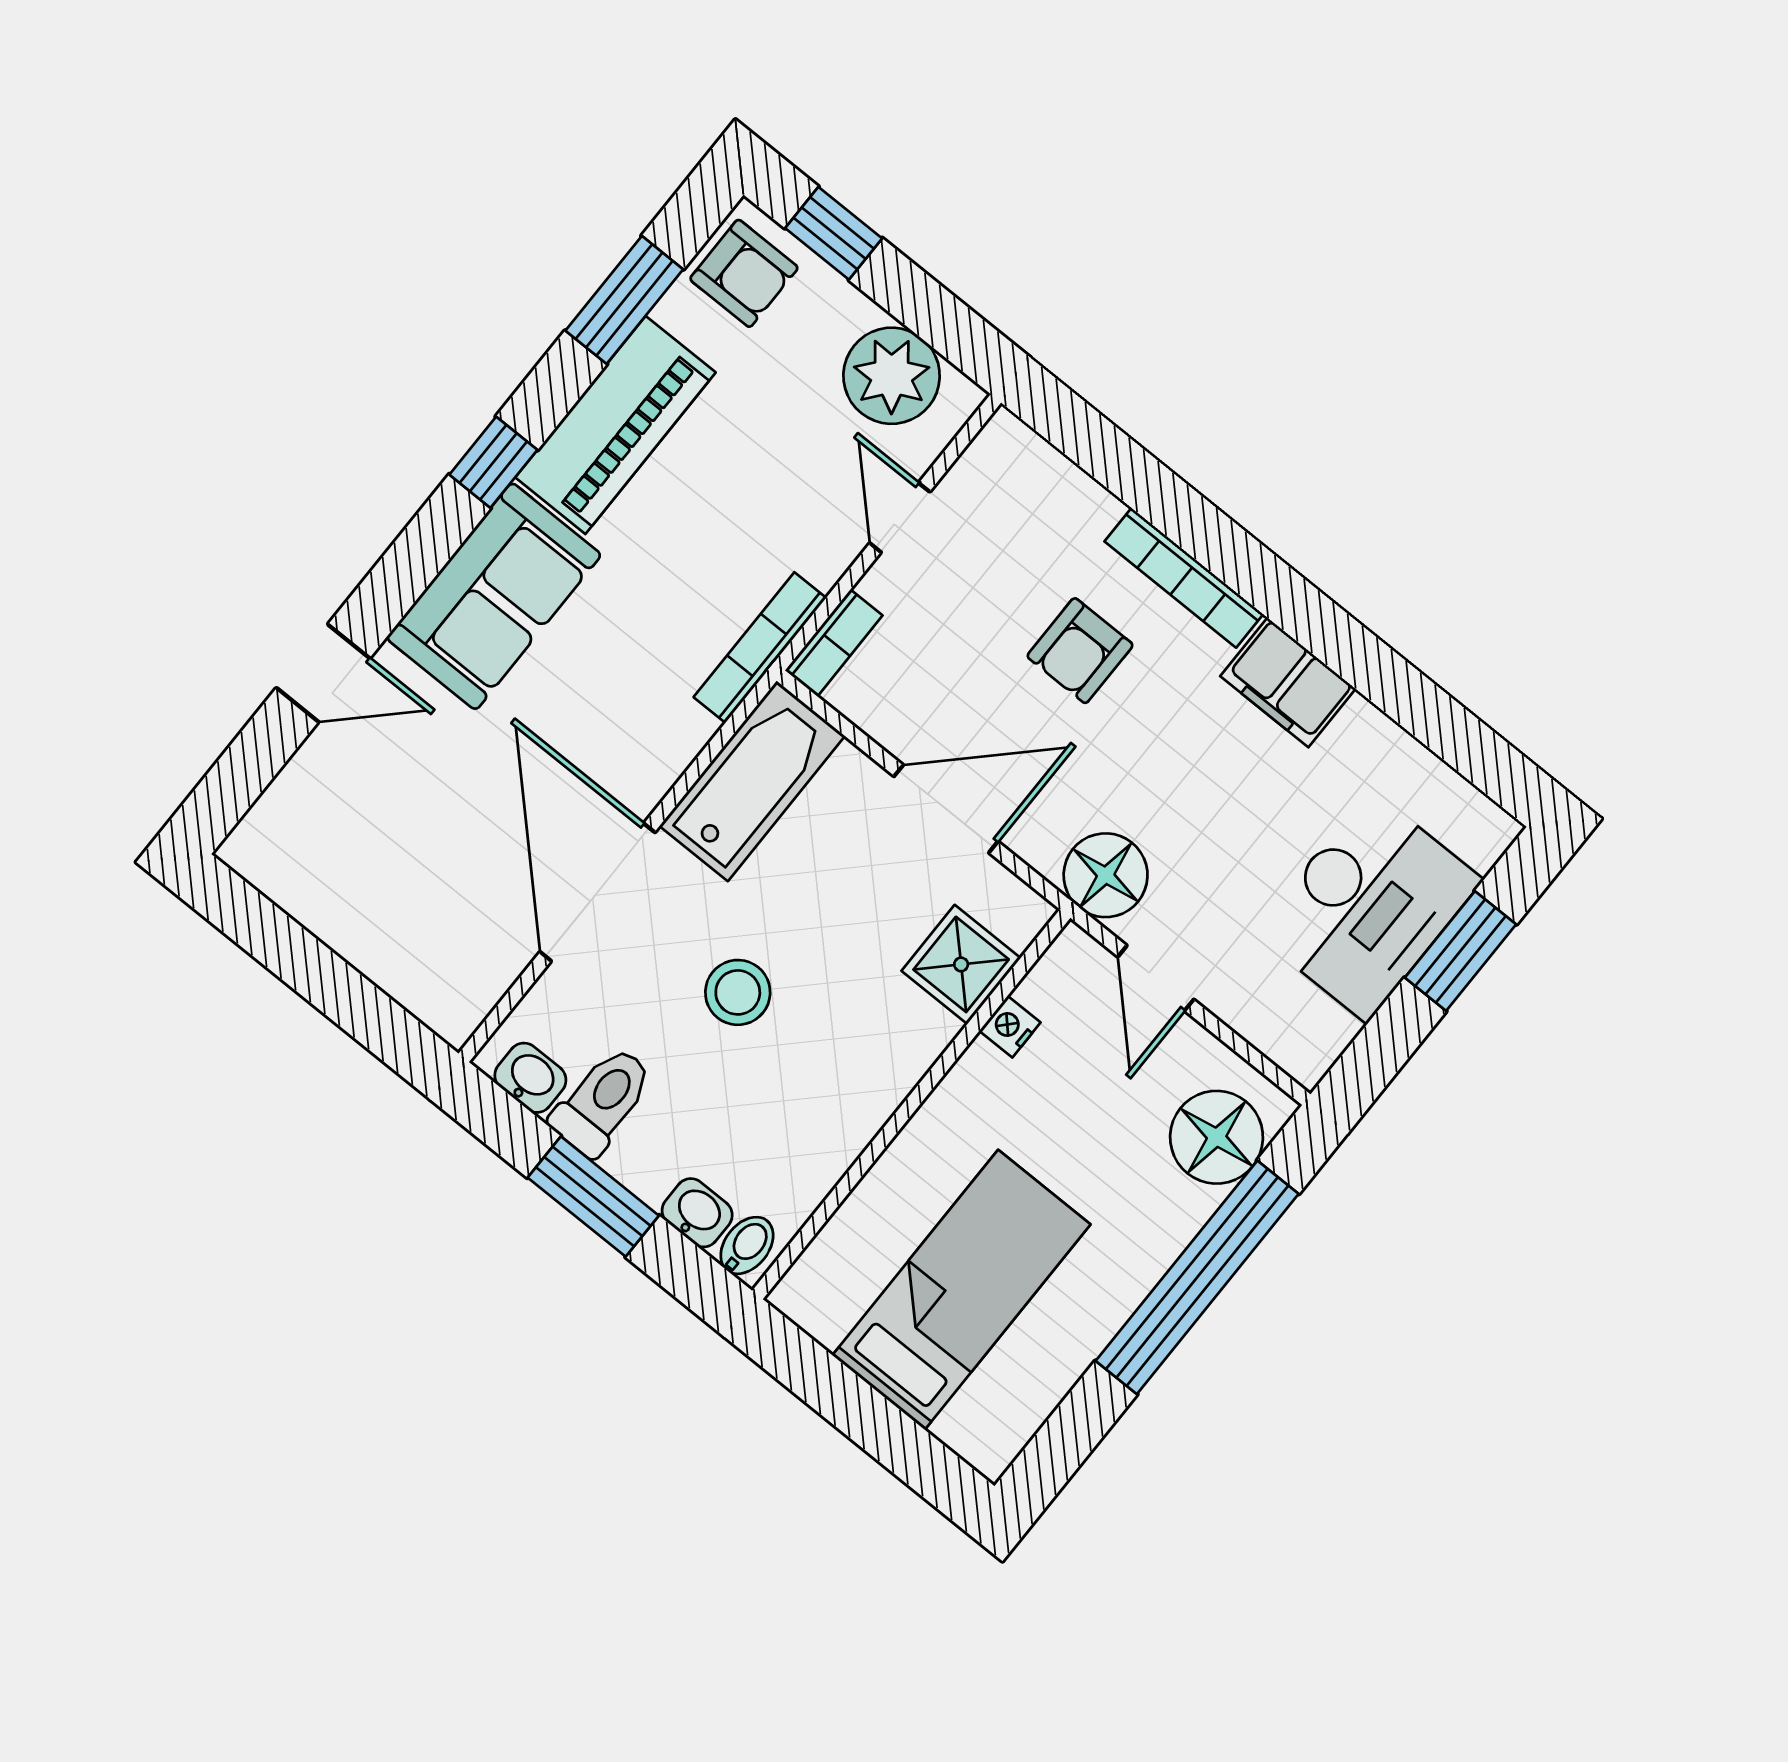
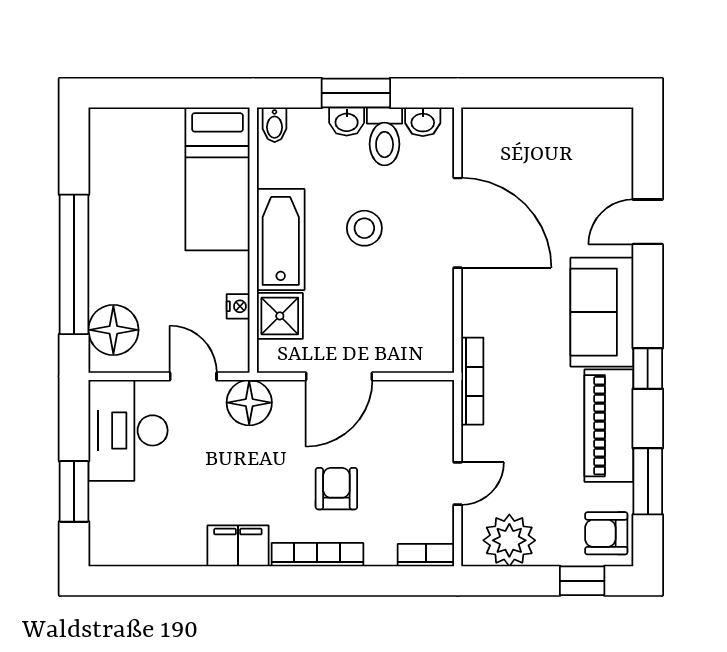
door: (900, 517) -> (458, 483), hinge flipped
bookcase: (834, 643) -> (426, 555), moved, turned 90
bathtub: (752, 781) -> (281, 239), moved, turned 180
desk: (1369, 906) -> (128, 430), moved
washbasin: (697, 1213) -> (347, 122), moved
bed: (961, 1290) -> (217, 179), moved

